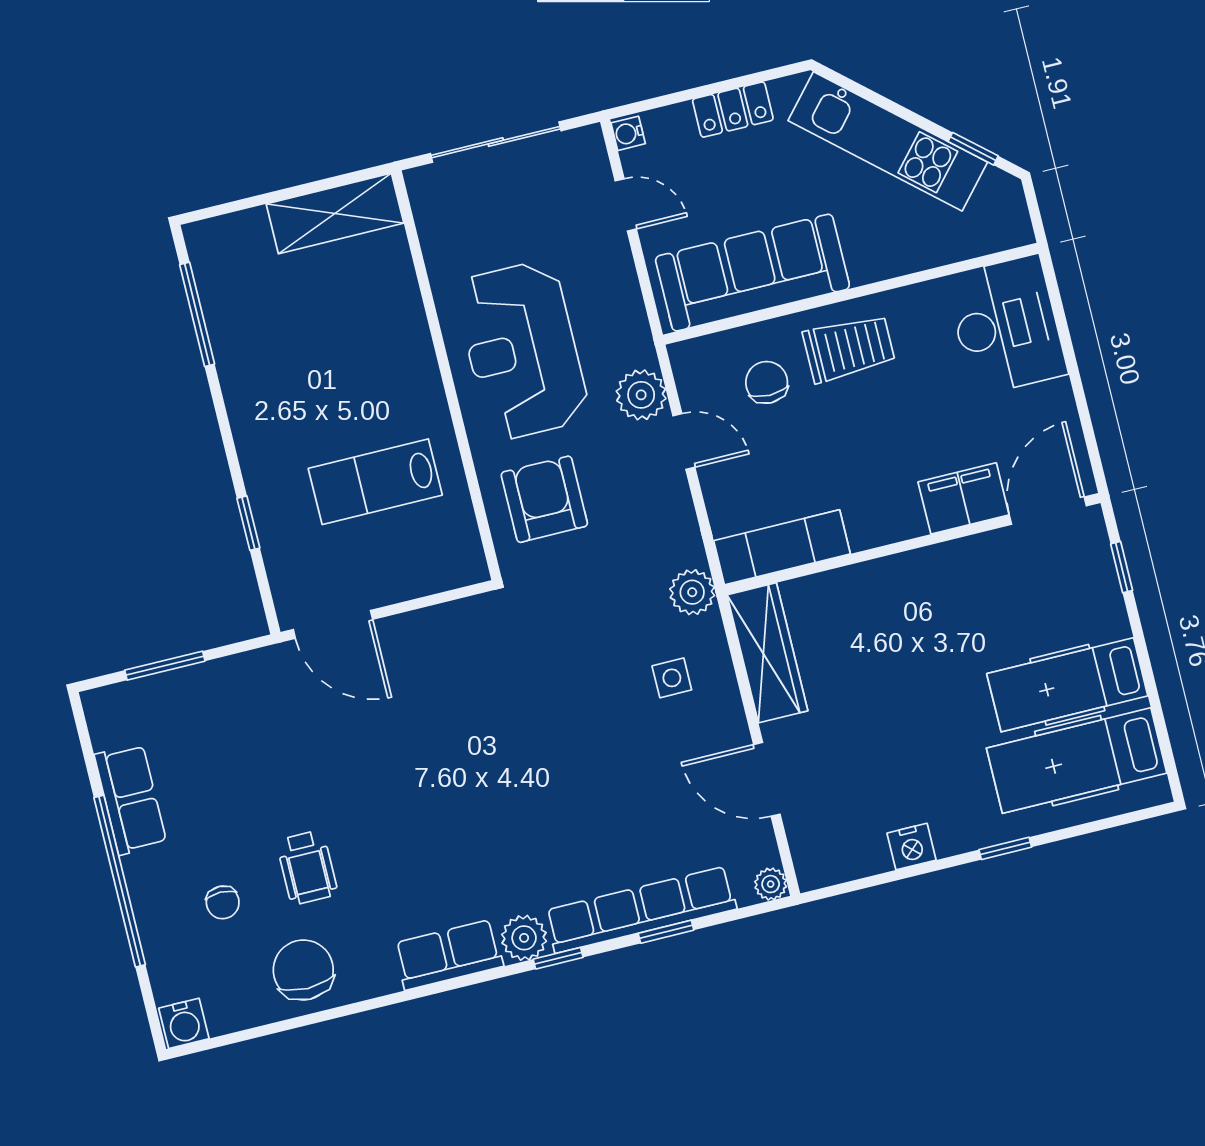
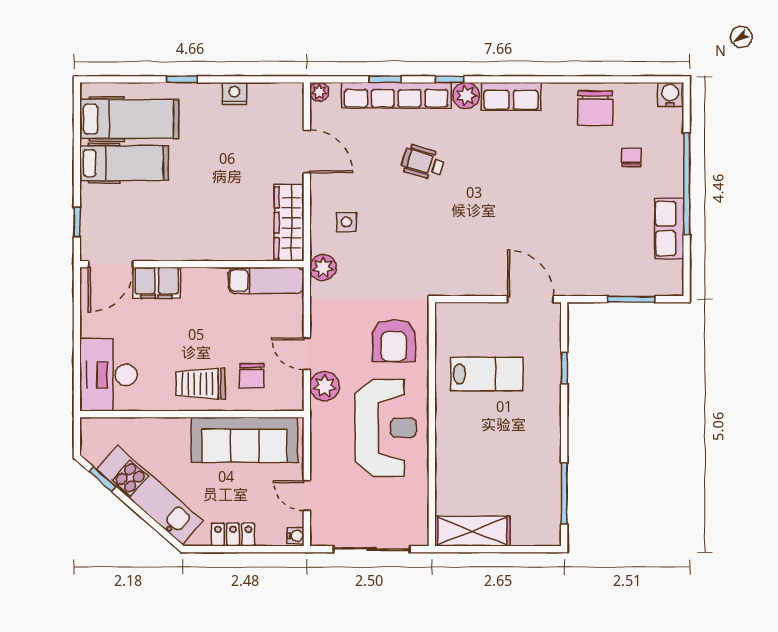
wheelchair: (307, 867) -> (423, 162), moved, turned -73

